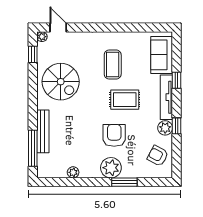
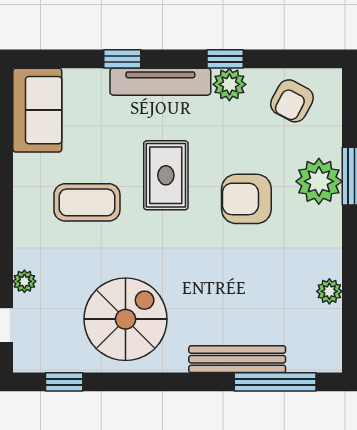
plant: (42, 37) -> (24, 281), moved
sofa: (162, 55) -> (37, 110), moved, turned -90
plant: (111, 168) -> (319, 181), moved

